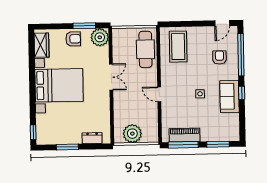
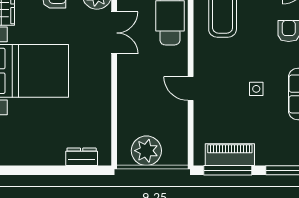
double door: (111, 77) -> (114, 33), moved
window: (67, 147) -> (42, 170), removed

